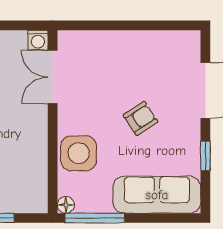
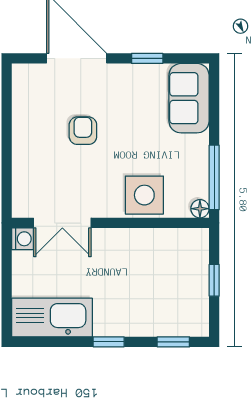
armchair: (140, 118) -> (83, 131), moved, turned 33
sofa: (157, 195) -> (189, 98), width x0.73

